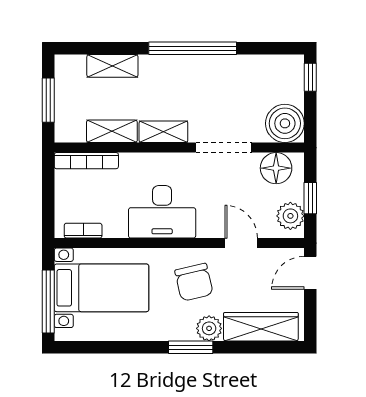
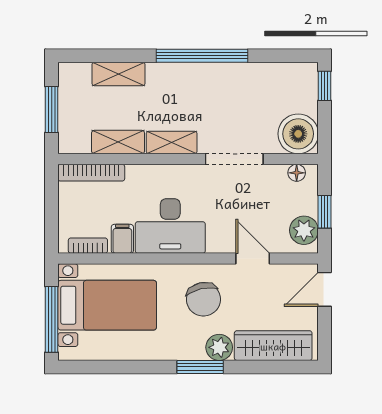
floor lamp: (276, 168) -> (297, 173), width x0.53, depth x0.53
filing cabinet: (116, 224) -> (122, 239), added

